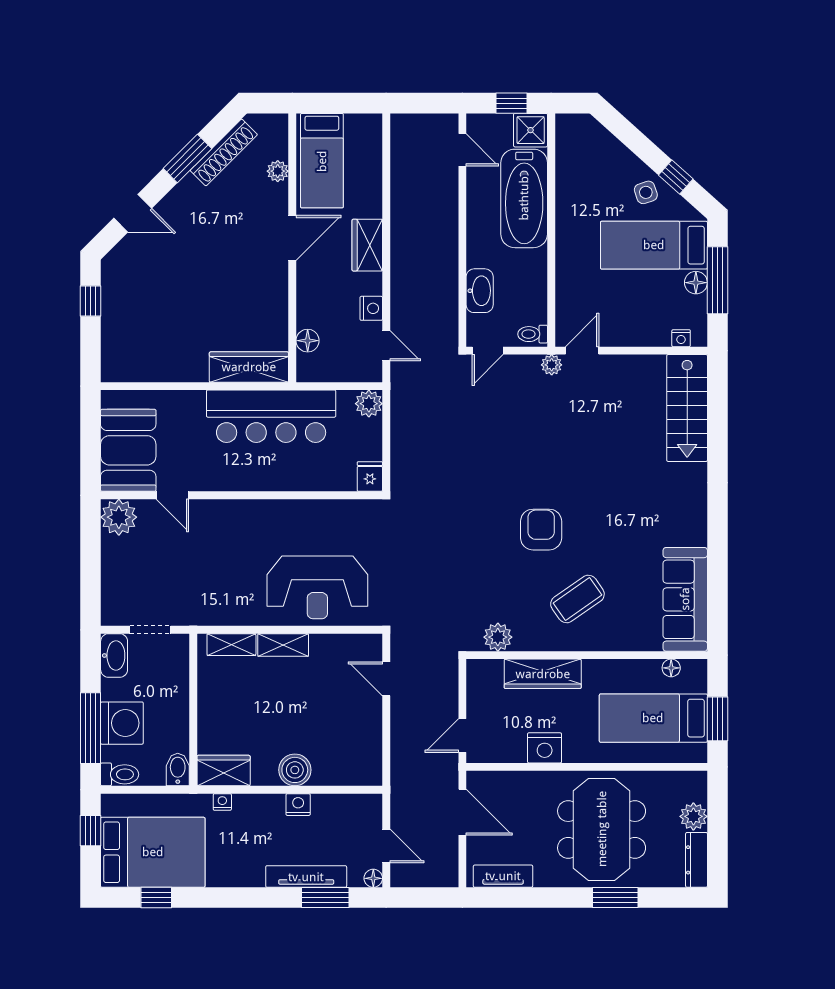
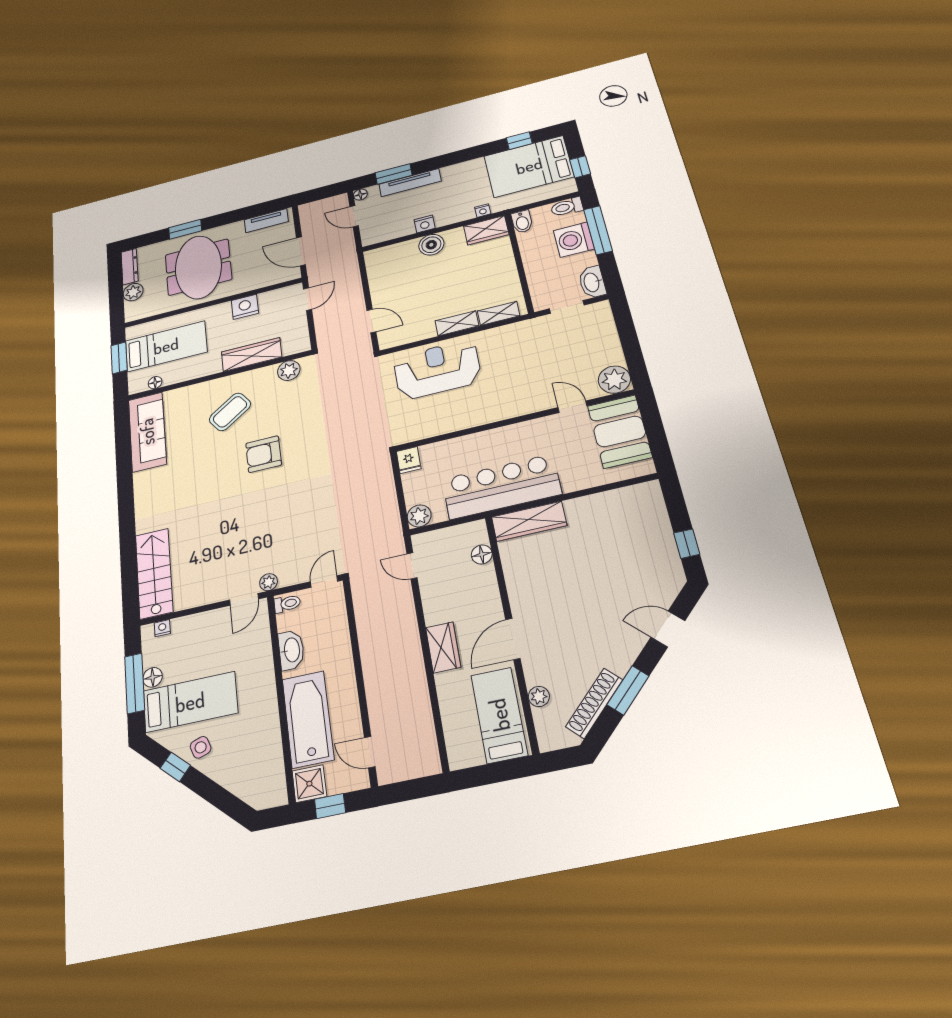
washbasin: (480, 291) -> (291, 650), moved, turned 180
nightstand: (371, 308) -> (430, 594), removed
armchair: (541, 530) -> (264, 454), turned 90

